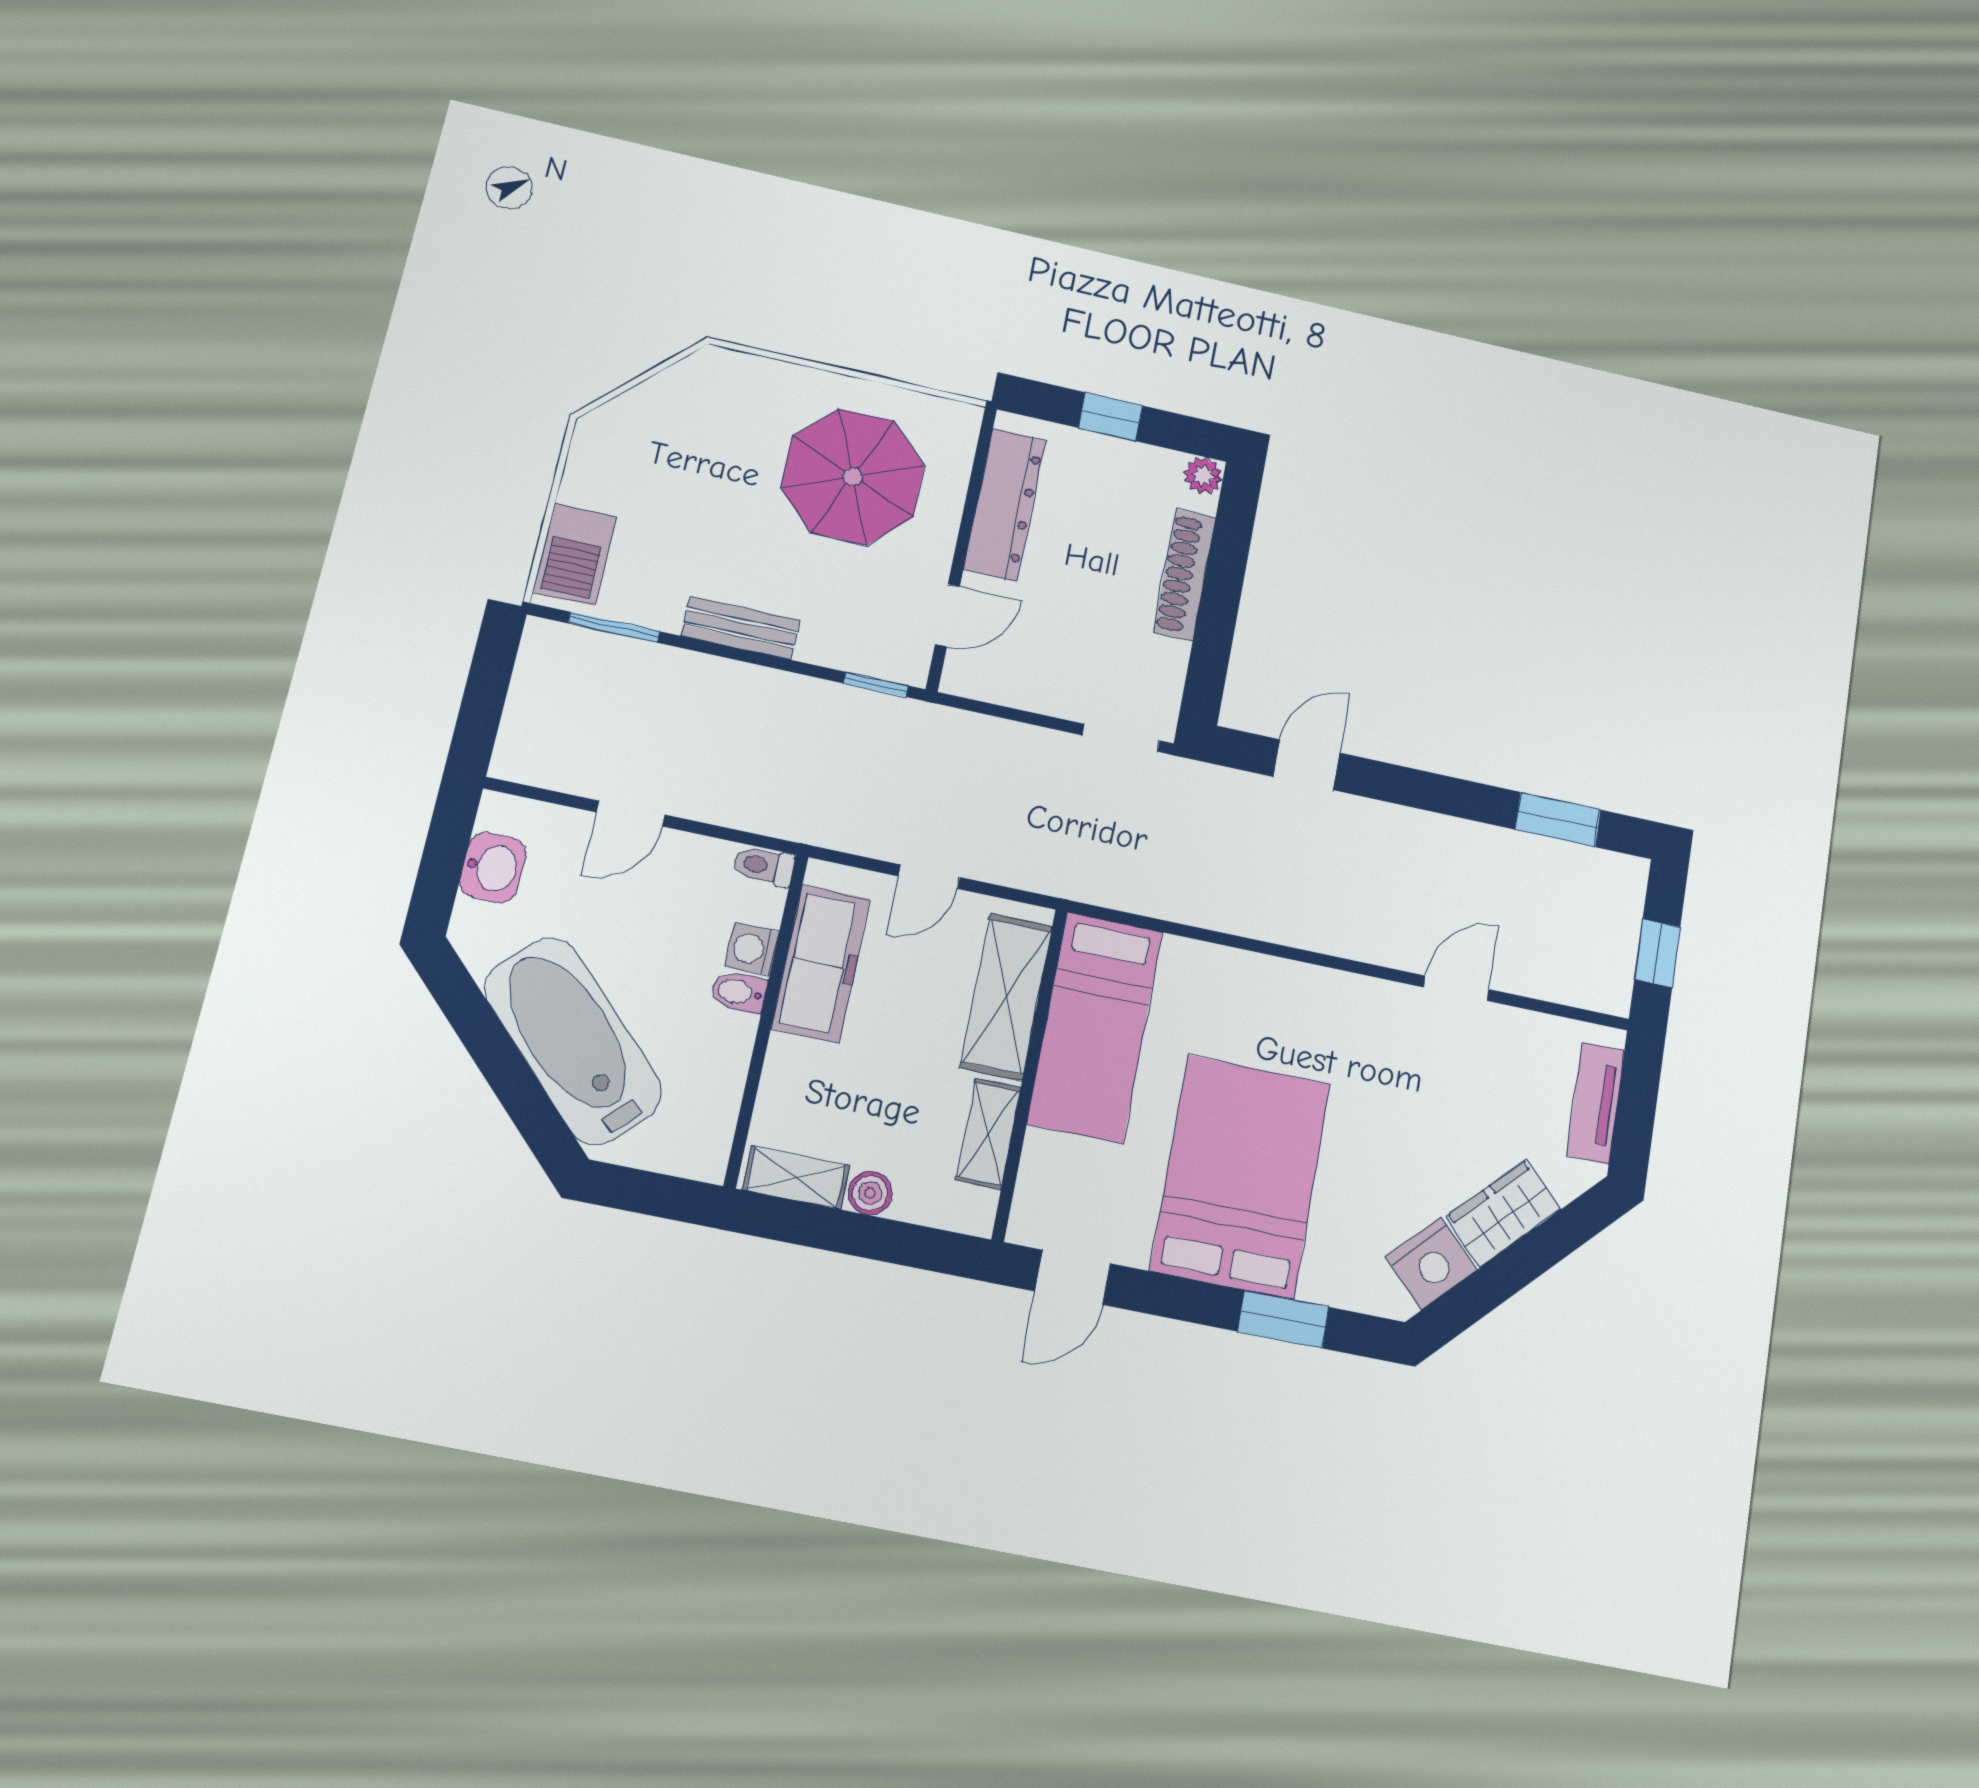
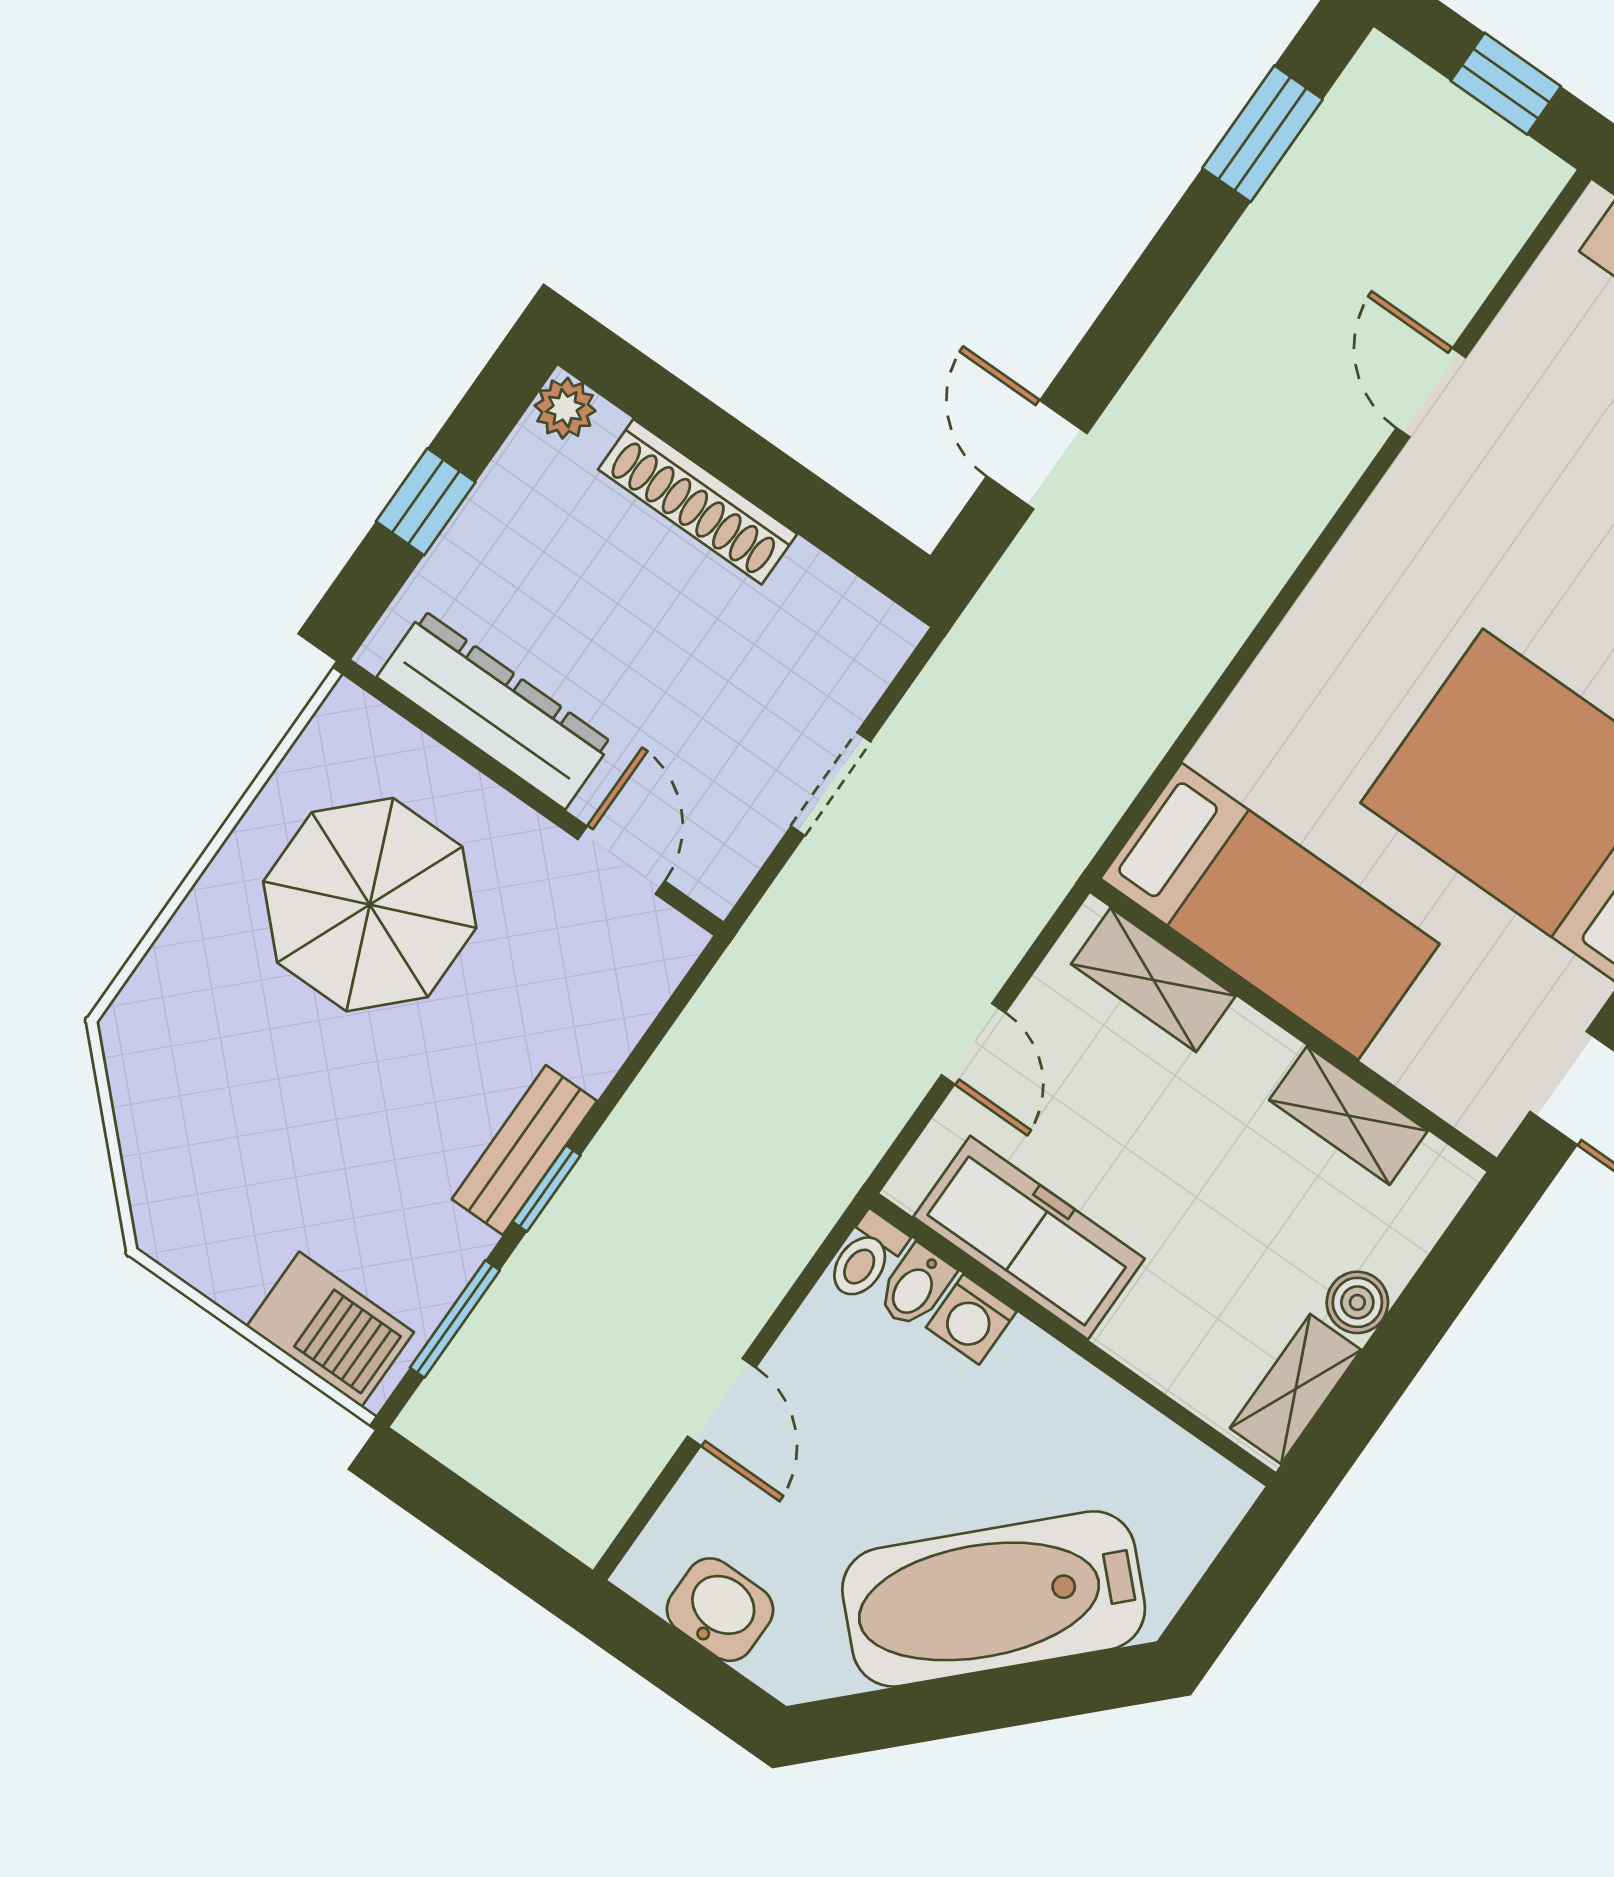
window: (876, 684) -> (546, 1188), moved
doorway: (1121, 738) -> (831, 784), moved
bidet: (738, 992) -> (915, 1287), moved
shelving: (1006, 996) -> (1153, 980), width x0.67, depth x0.75

